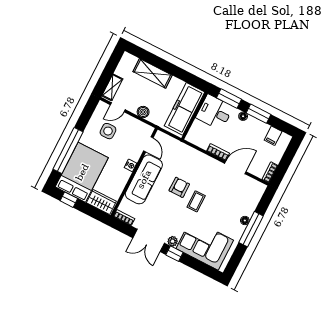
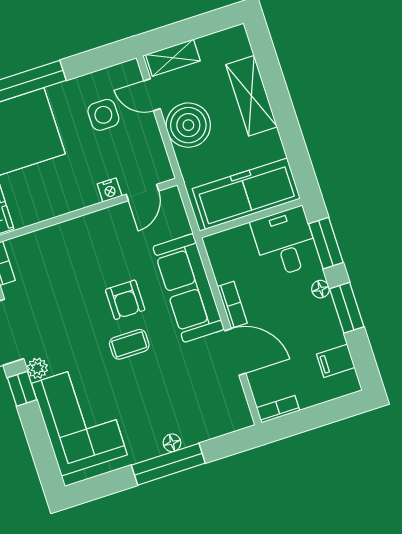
boiler: (143, 112) -> (188, 125), width x1.86, depth x1.86
nightstand: (131, 165) -> (110, 190), moved
sofa: (144, 179) -> (188, 288), moved, turned 90
armchair: (179, 187) -> (125, 300), turned 90

